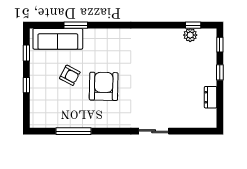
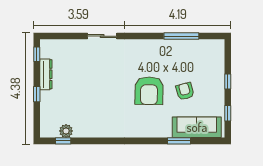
window: (220, 45) -> (37, 54), moved
armchair: (70, 75) -> (185, 91), turned 47
armchair: (104, 86) -> (149, 91), moved
dresser: (211, 97) -> (46, 74), width x1.44

